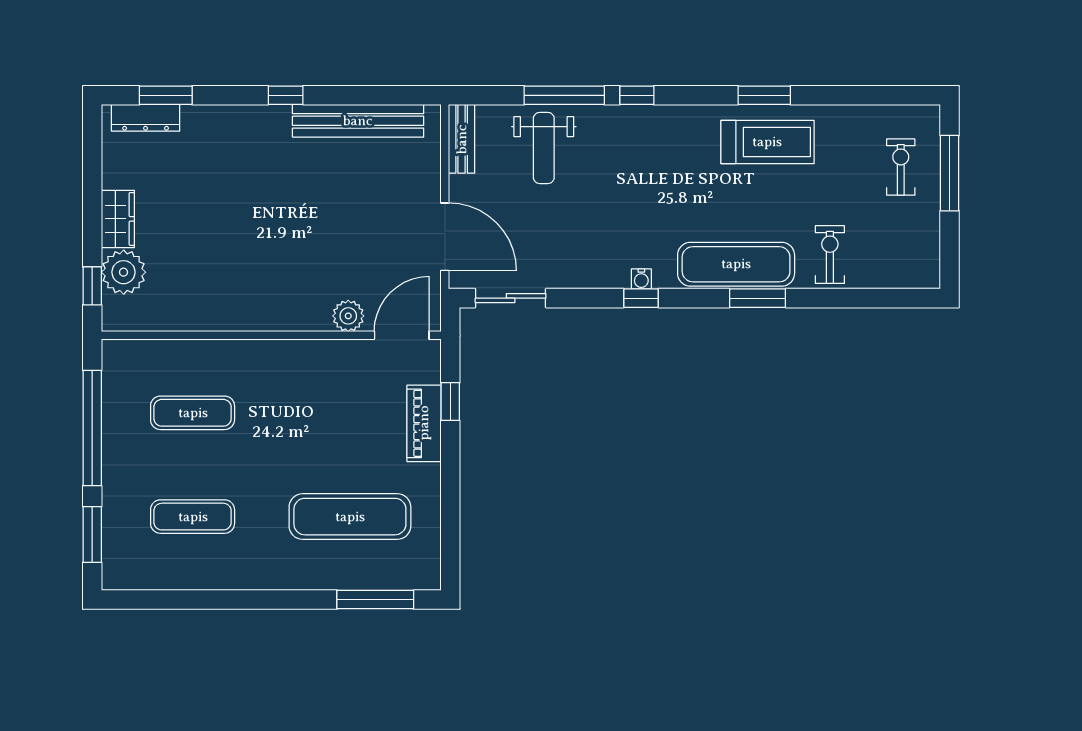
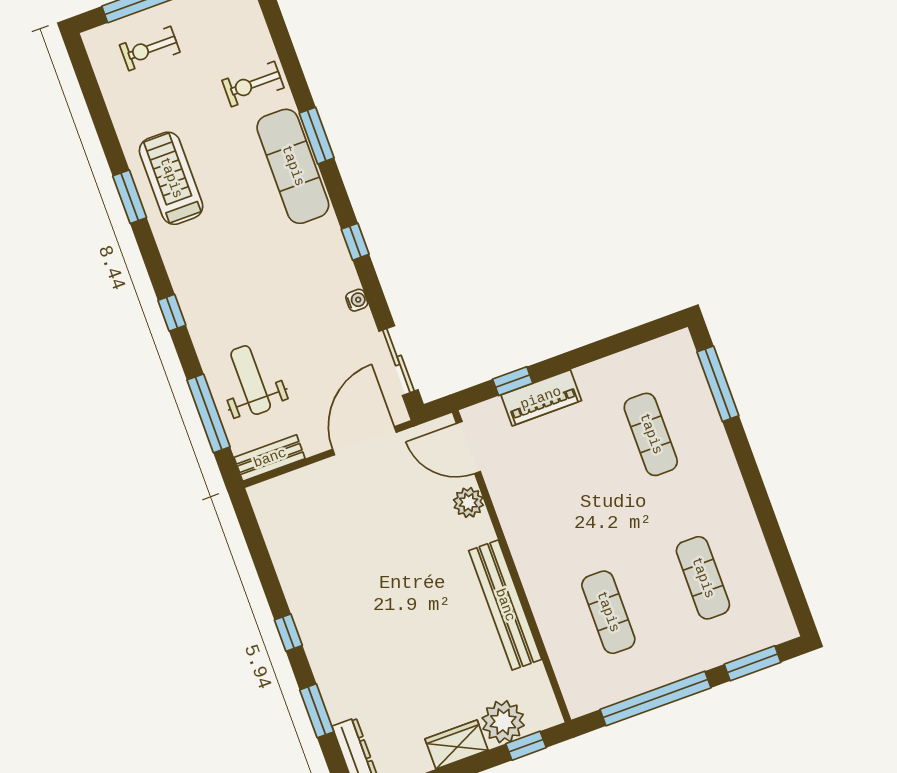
window: (166, 95) -> (317, 711), moved
window: (564, 95) -> (209, 413), moved
bench: (358, 121) -> (505, 605), moved
weight bench: (544, 148) -> (251, 380), turned -90
water cooler: (641, 279) -> (357, 300), moved
exercise mat: (350, 517) -> (651, 434), width x0.73, depth x0.69

